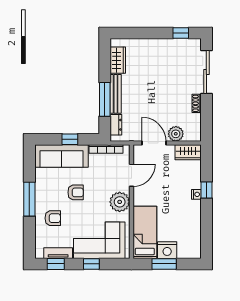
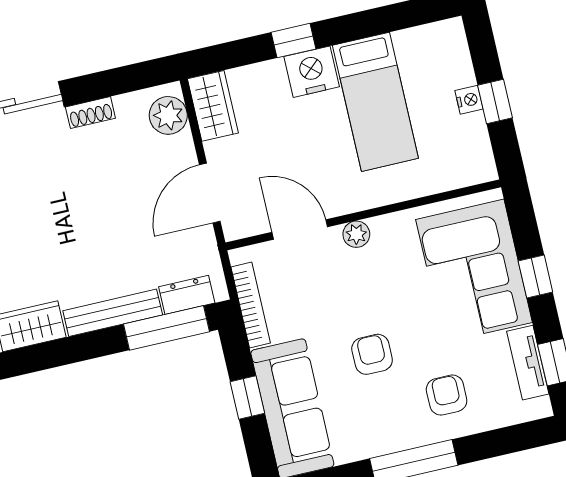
window: (105, 99) -> (166, 328), moved
plant: (176, 134) -> (168, 115), moved
nightstand: (196, 194) -> (312, 72), width x1.89, depth x1.79
plant: (120, 202) -> (356, 234), width x0.53, depth x0.53
bed: (145, 232) -> (375, 102), moved, turned -90
nightstand: (167, 250) -> (469, 100), width x0.53, depth x0.56
window: (164, 264) -> (495, 101), width x0.67

